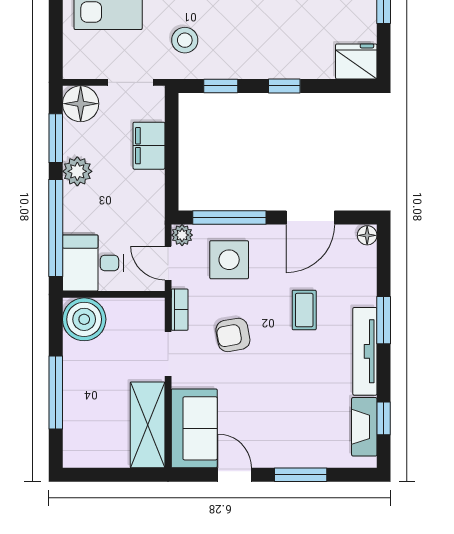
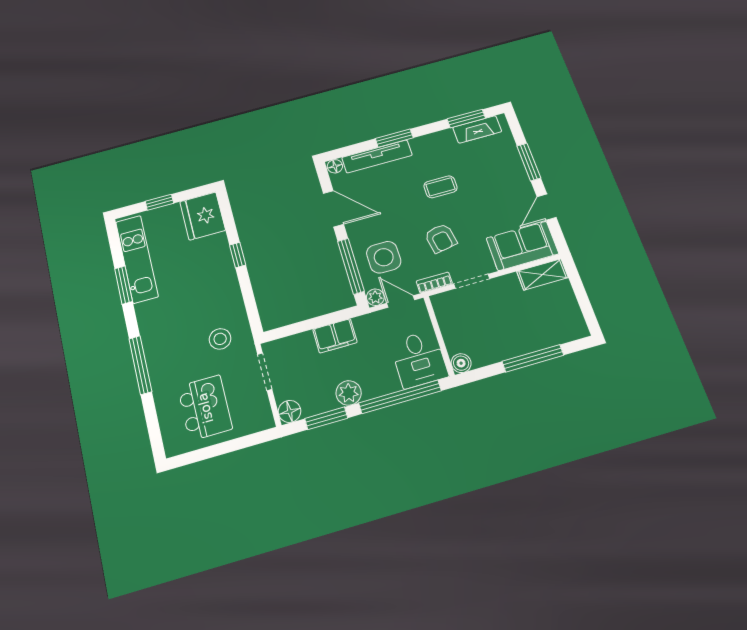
fridge: (356, 61) -> (203, 216), width x1.36, depth x1.34
window: (221, 86) -> (250, 301), removed
floor lamp: (81, 104) -> (290, 411), width x0.73, depth x0.73
filing cabinet: (149, 146) -> (335, 336), moved
door: (168, 263) -> (401, 301), swing flipped
coffee table: (304, 310) -> (440, 187), moved
boiler: (84, 319) -> (461, 363), width x0.54, depth x0.54
tv unit: (365, 351) -> (377, 156), moved
window: (384, 418) -> (466, 118), width x1.50
shelving: (148, 425) -> (542, 274), width x0.67, depth x0.75

